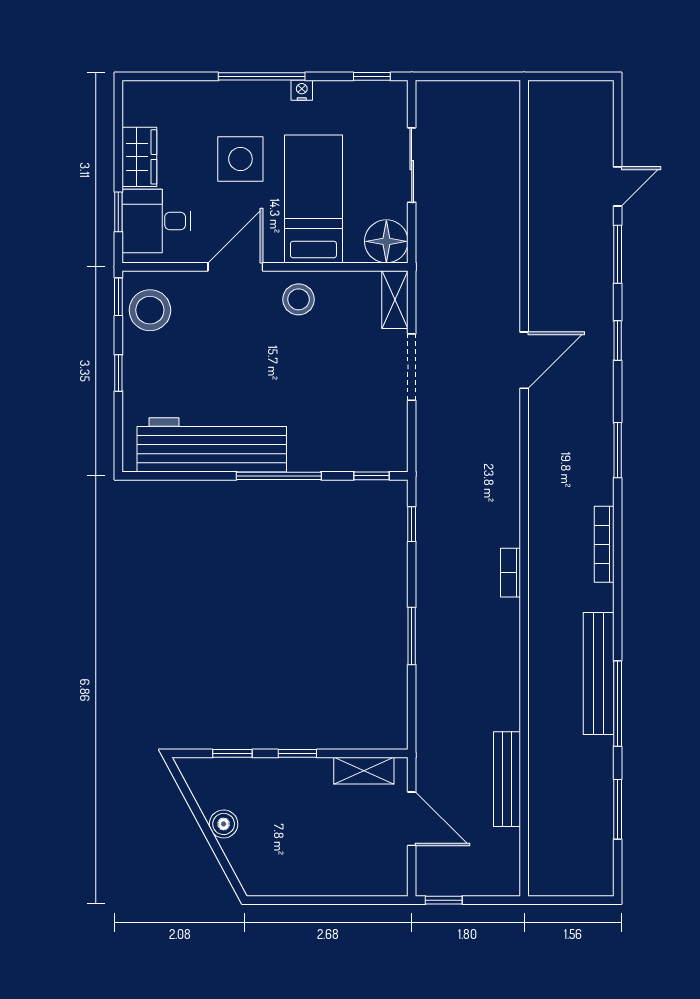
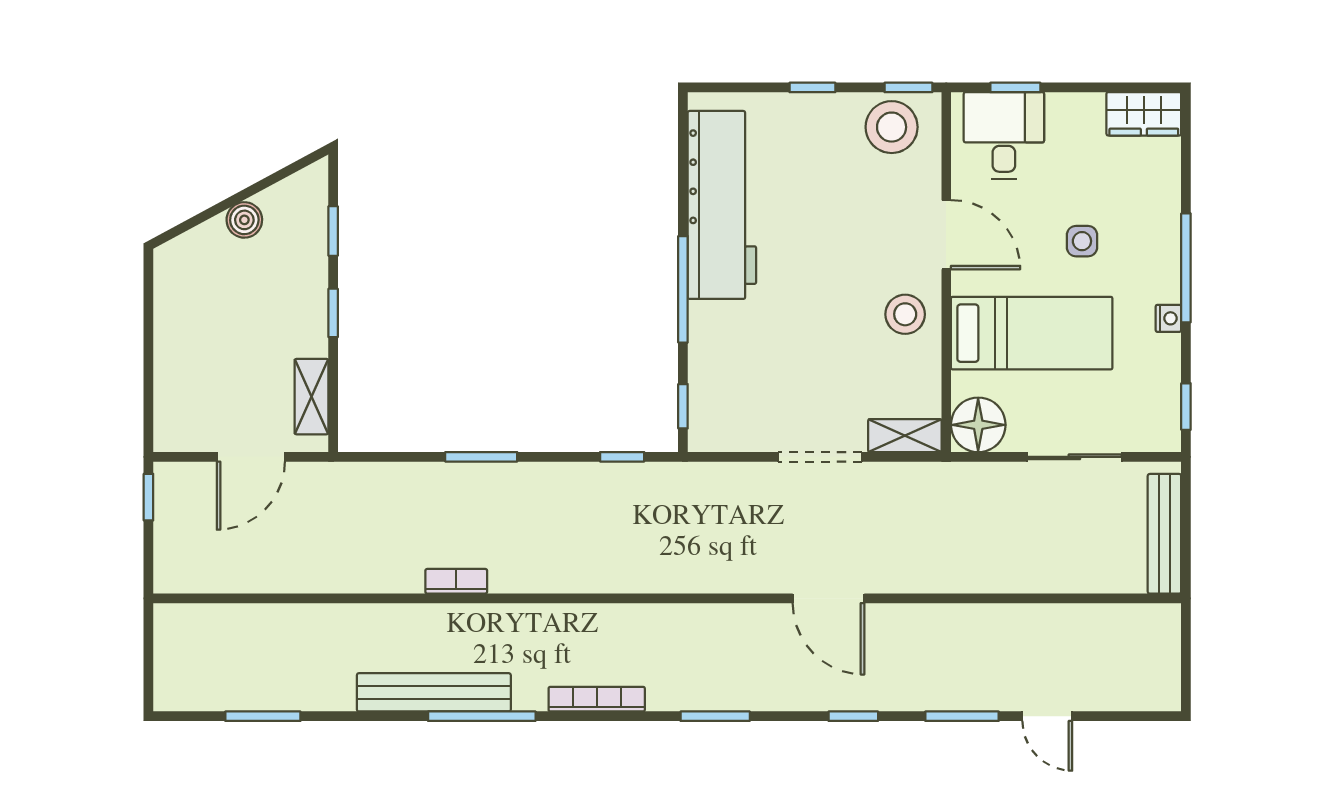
wardrobe: (139, 157) -> (1144, 114), moved
side table: (240, 159) -> (1082, 241), width x0.54, depth x0.54
bookcase: (510, 573) -> (456, 581), moved
window: (618, 704) -> (482, 716), moved
bench: (507, 779) -> (1164, 534), moved, turned 90

